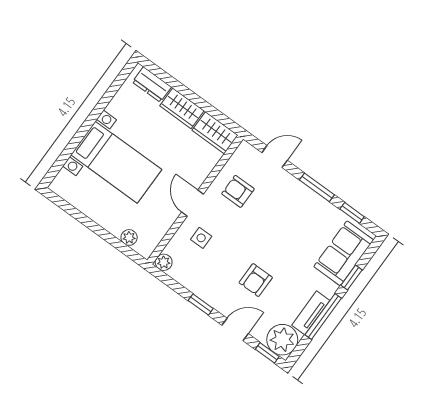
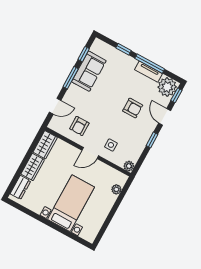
door: (275, 157) -> (55, 106), swing flipped
sofa: (344, 253) -> (89, 71), moved, turned -90

